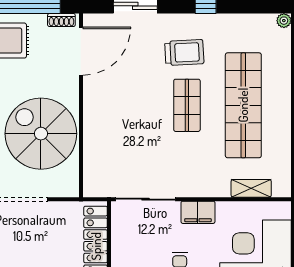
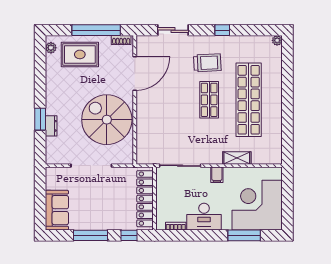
door: (81, 51) -> (135, 73), moved
shelving: (251, 188) -> (237, 158), moved
filing cabinet: (198, 212) -> (217, 175), width x0.50

